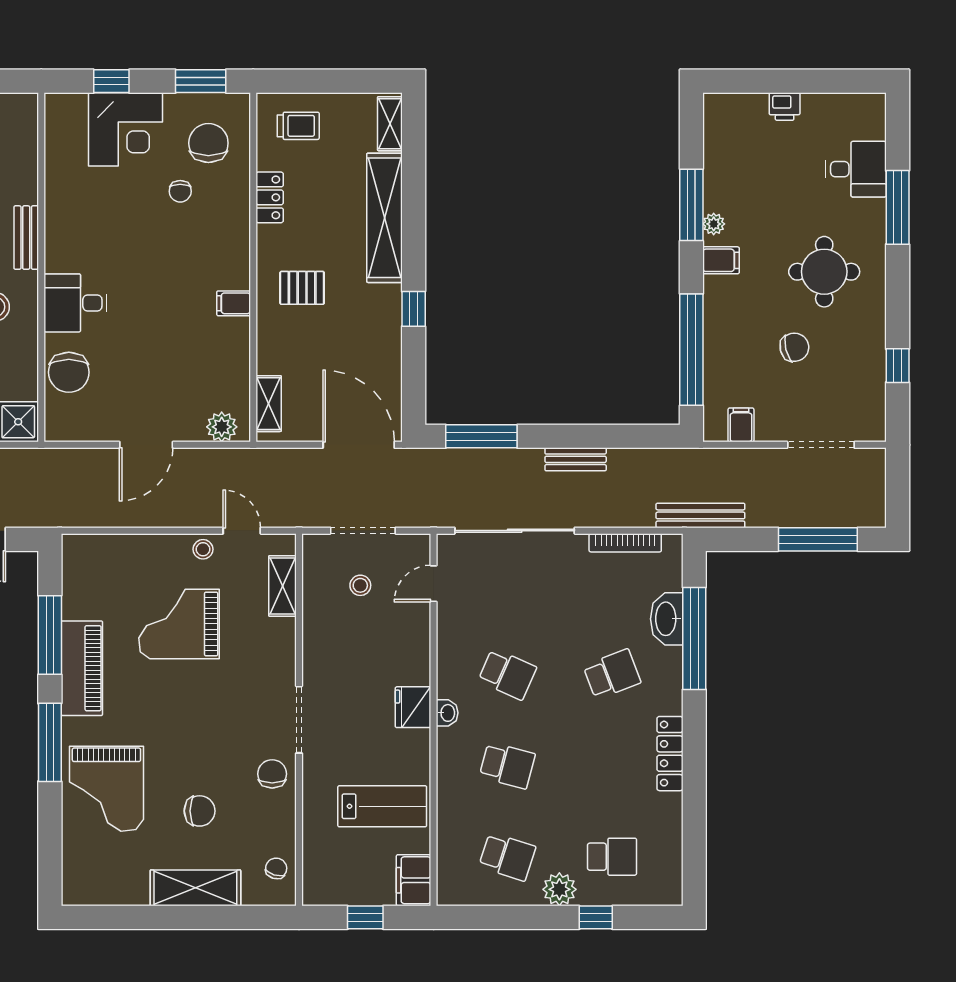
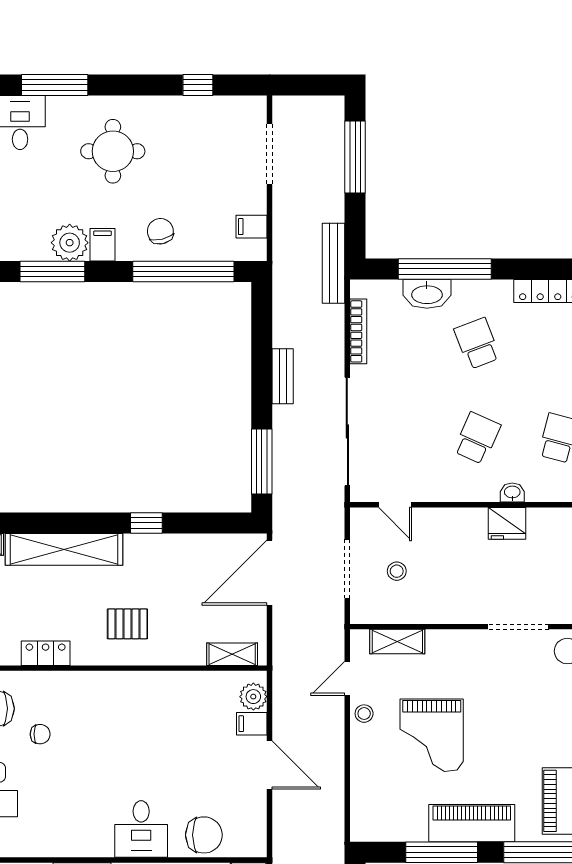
plant: (714, 224) -> (70, 243), width x1.88, depth x1.88
pallet: (302, 288) -> (127, 624), turned 90
filing cabinet: (234, 303) -> (252, 724), moved, turned 90
chair: (794, 347) -> (160, 231), moved

